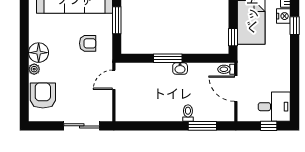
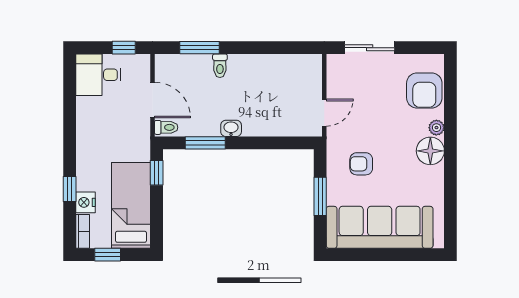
window: (168, 58) -> (205, 143), moved
window: (269, 126) -> (124, 48), moved

